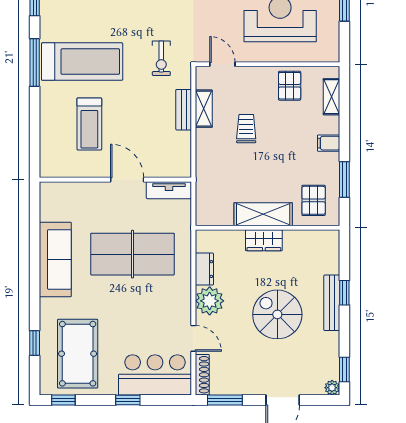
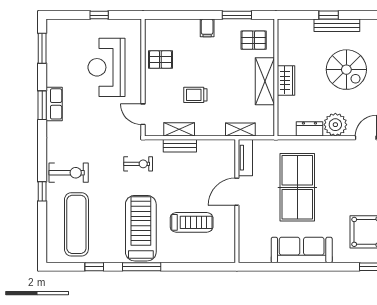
door: (222, 64) -> (143, 114), hinge flipped
shelving: (331, 97) -> (240, 130), moved
spiral stairs: (277, 314) -> (346, 70), turned -90

